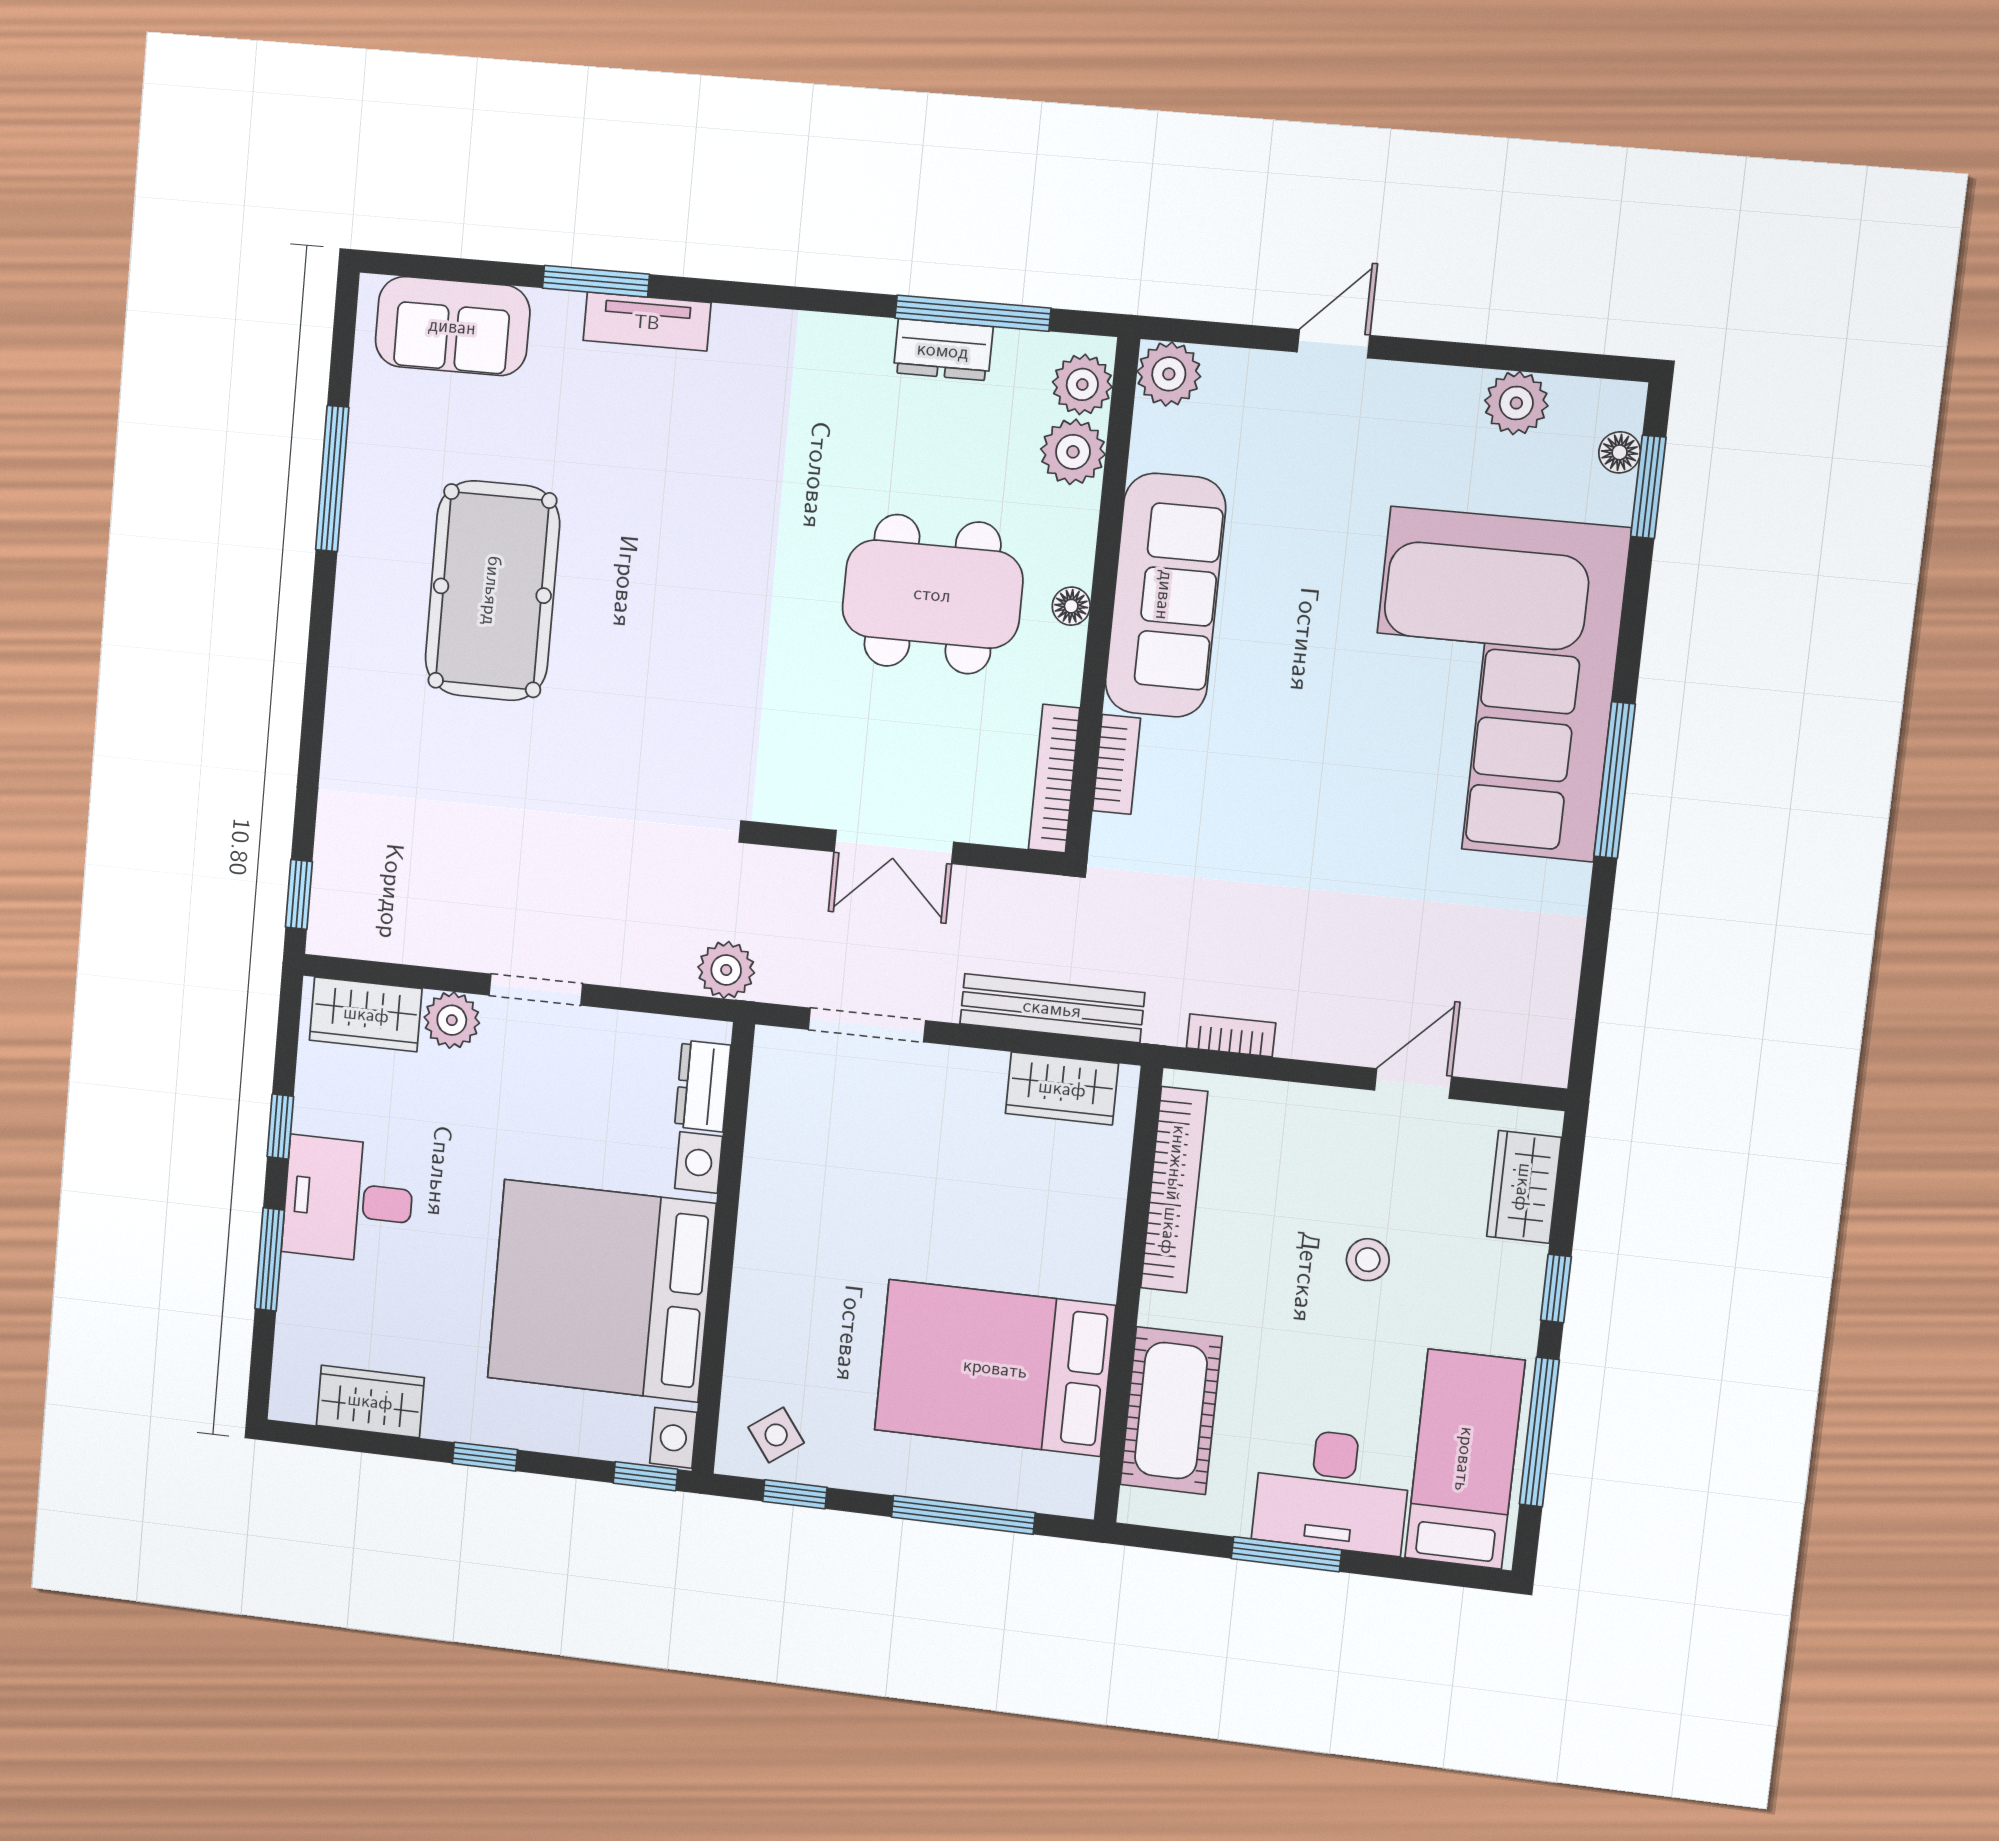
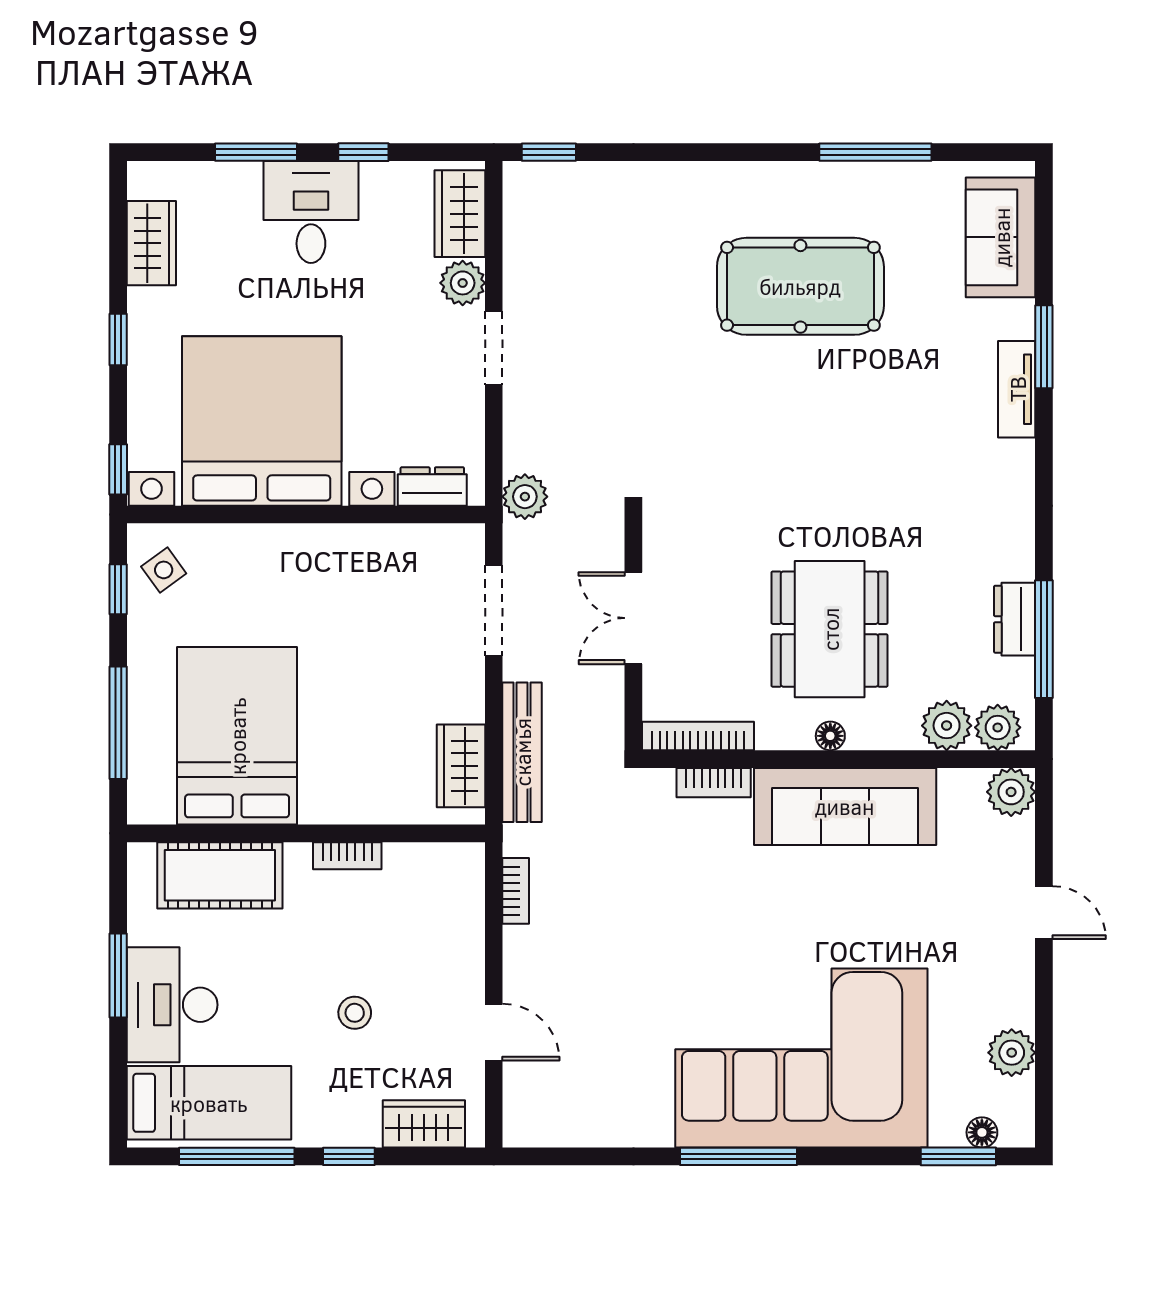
bookcase: (1174, 1190) -> (347, 856), width x0.43, depth x0.76

